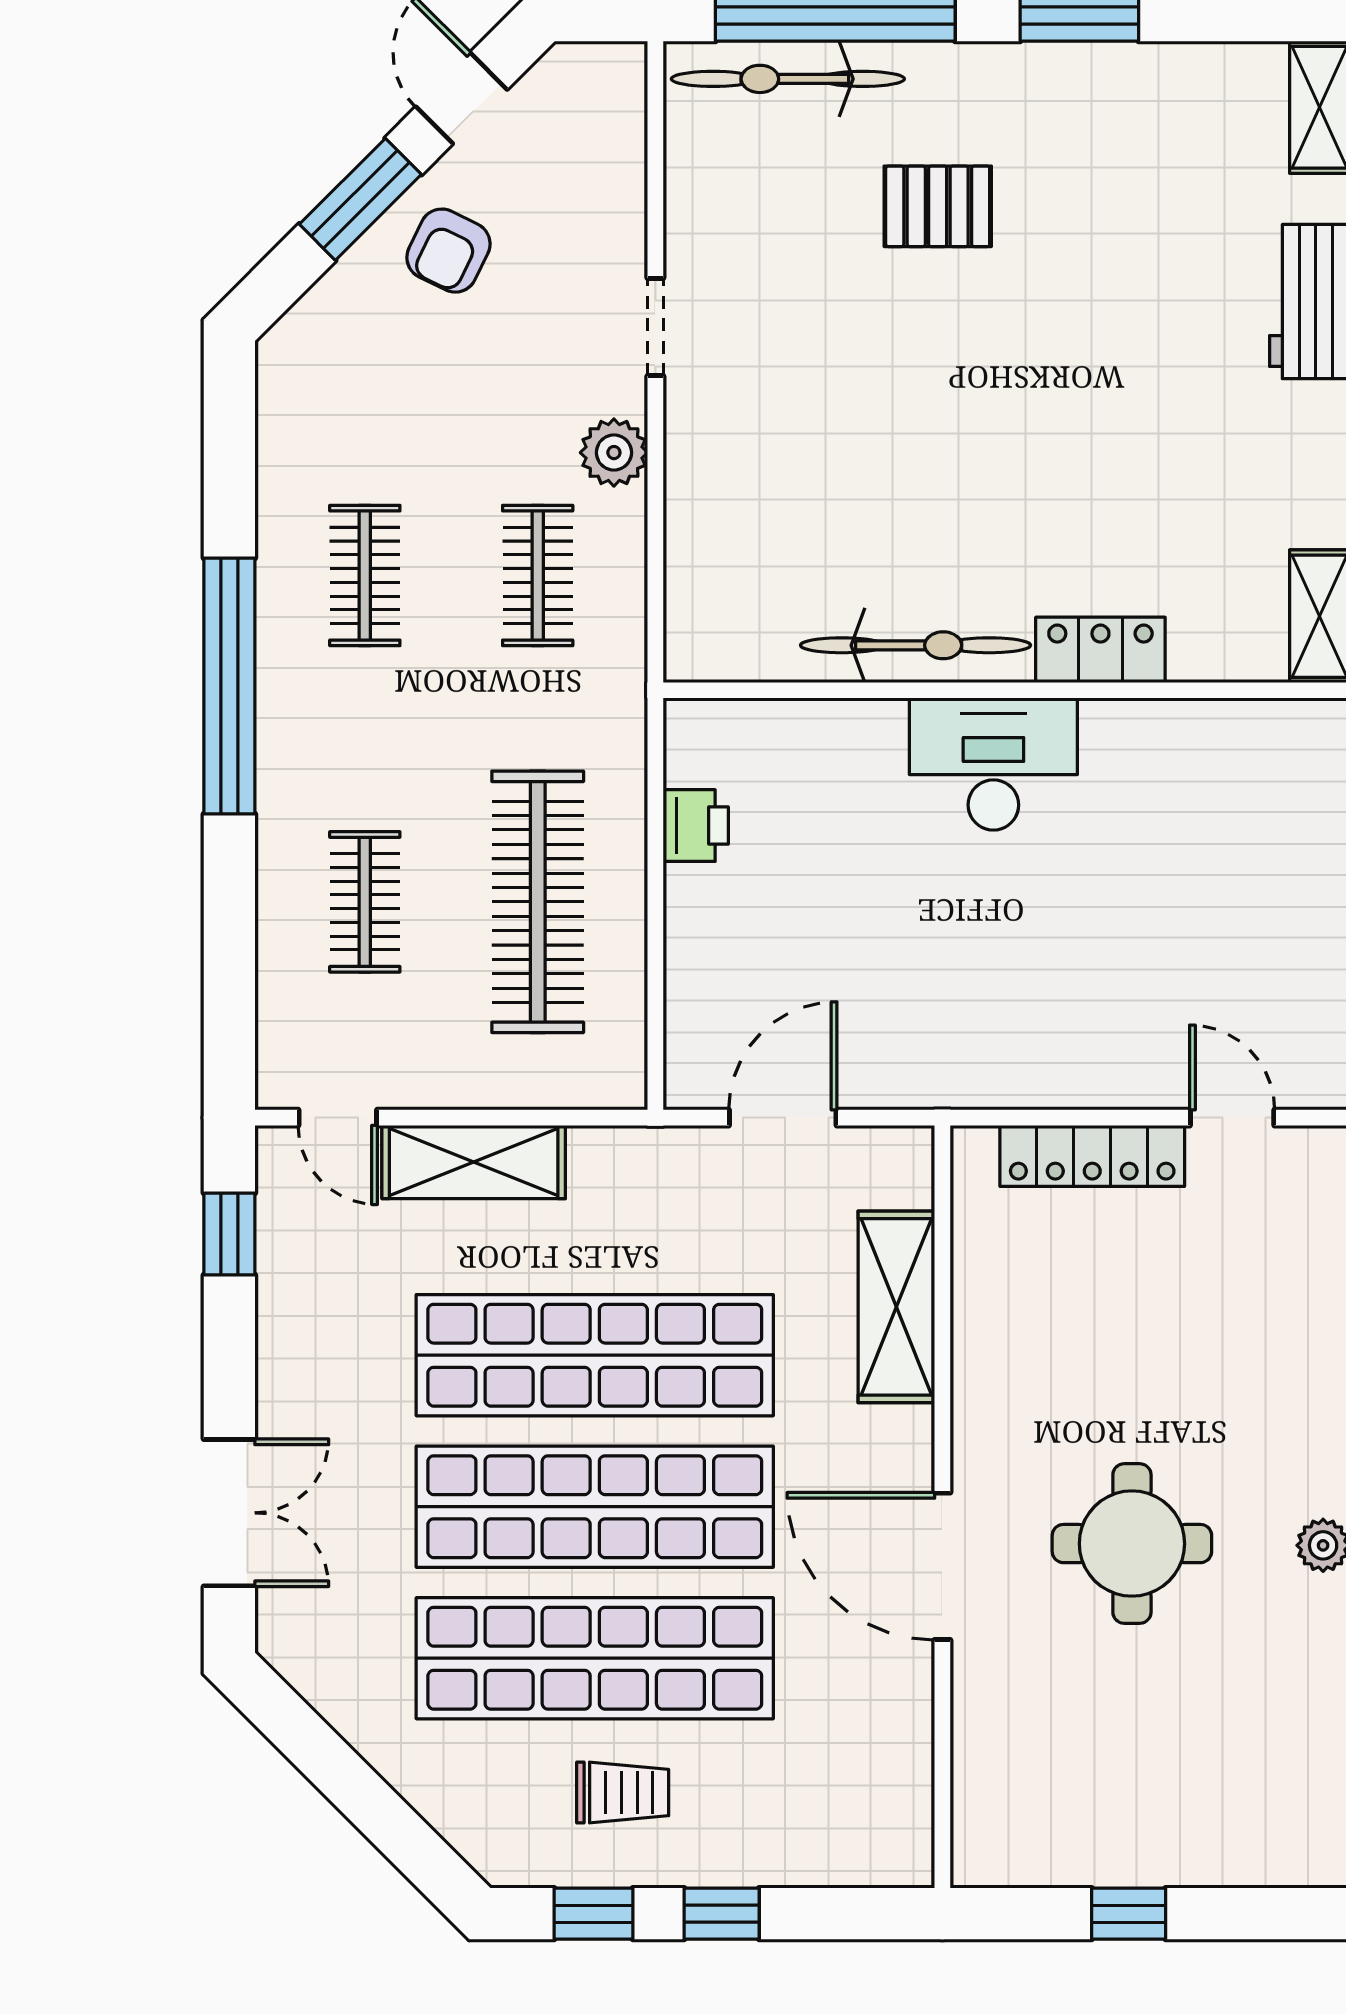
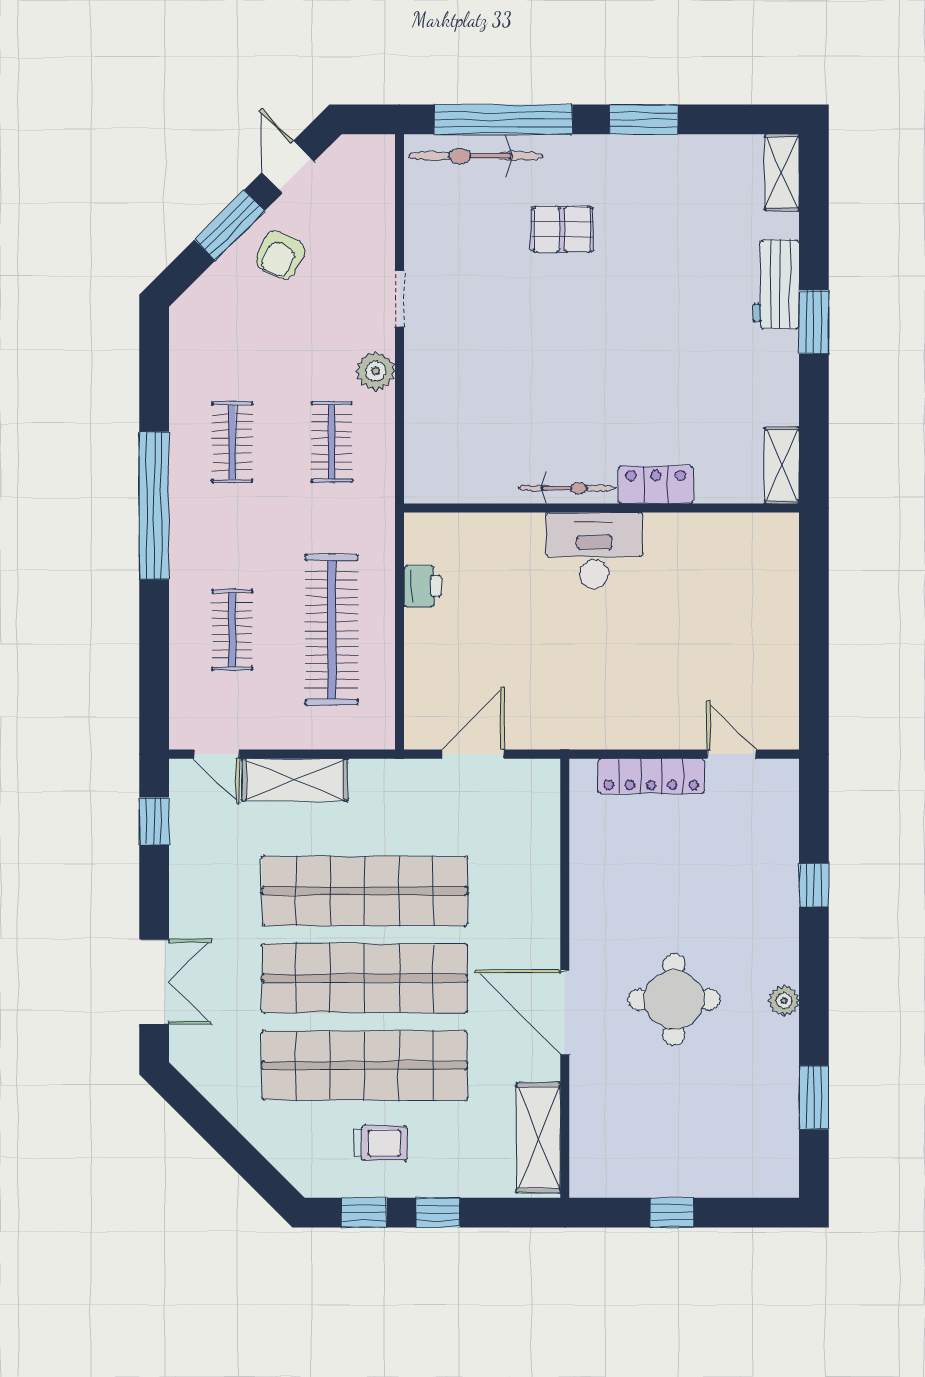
bicycle: (916, 645) -> (567, 488), width x0.73, depth x0.71
shelving: (896, 1307) -> (538, 1138), moved

